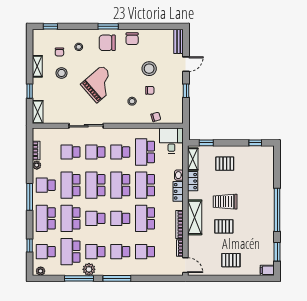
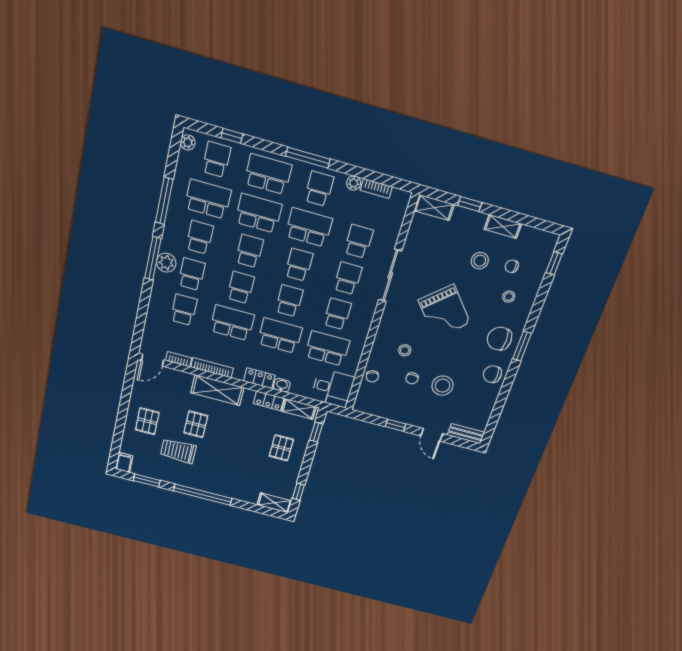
chair: (107, 43) -> (499, 339), turned -90
shelving: (269, 158) -> (274, 503), added
school desk: (95, 185) -> (299, 265), width x0.54
school desk: (120, 185) -> (289, 301), width x0.54
trolley: (225, 202) -> (178, 451), moved, turned -90
plant: (89, 269) -> (166, 263), moved

